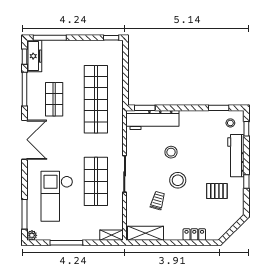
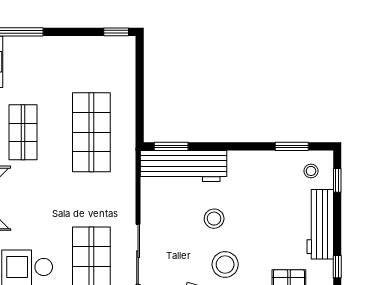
shop shelf: (96, 99) -> (91, 132), width x0.71

